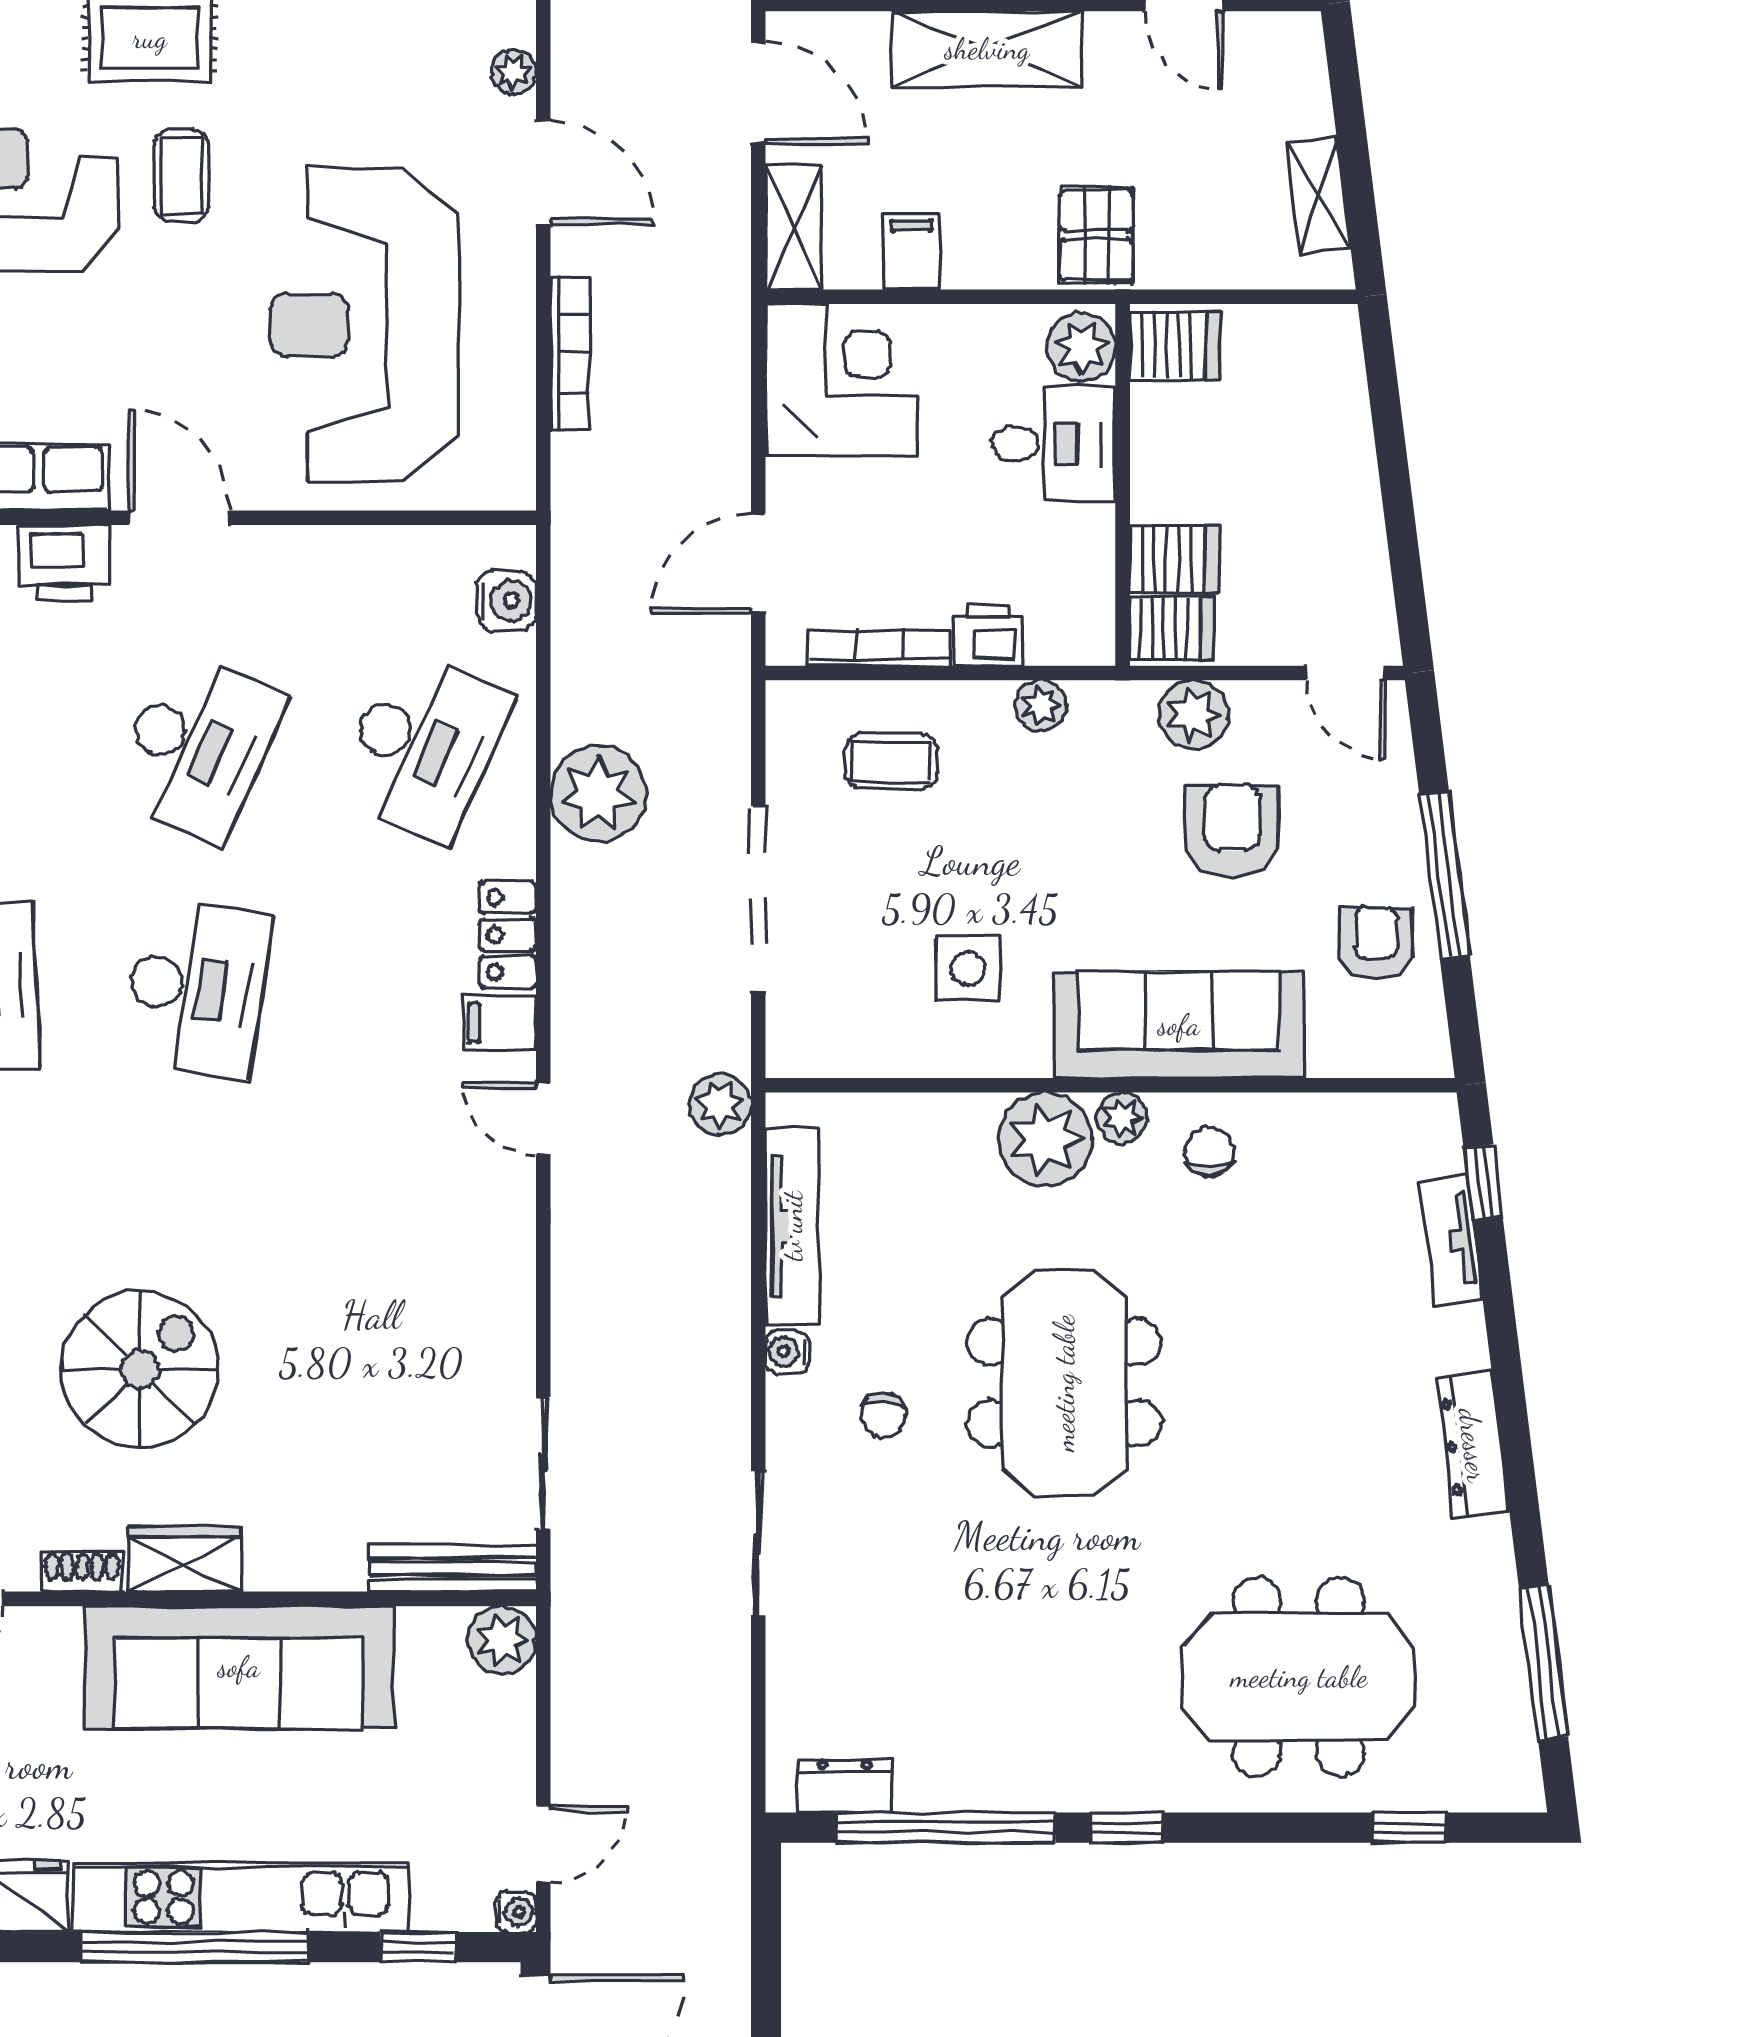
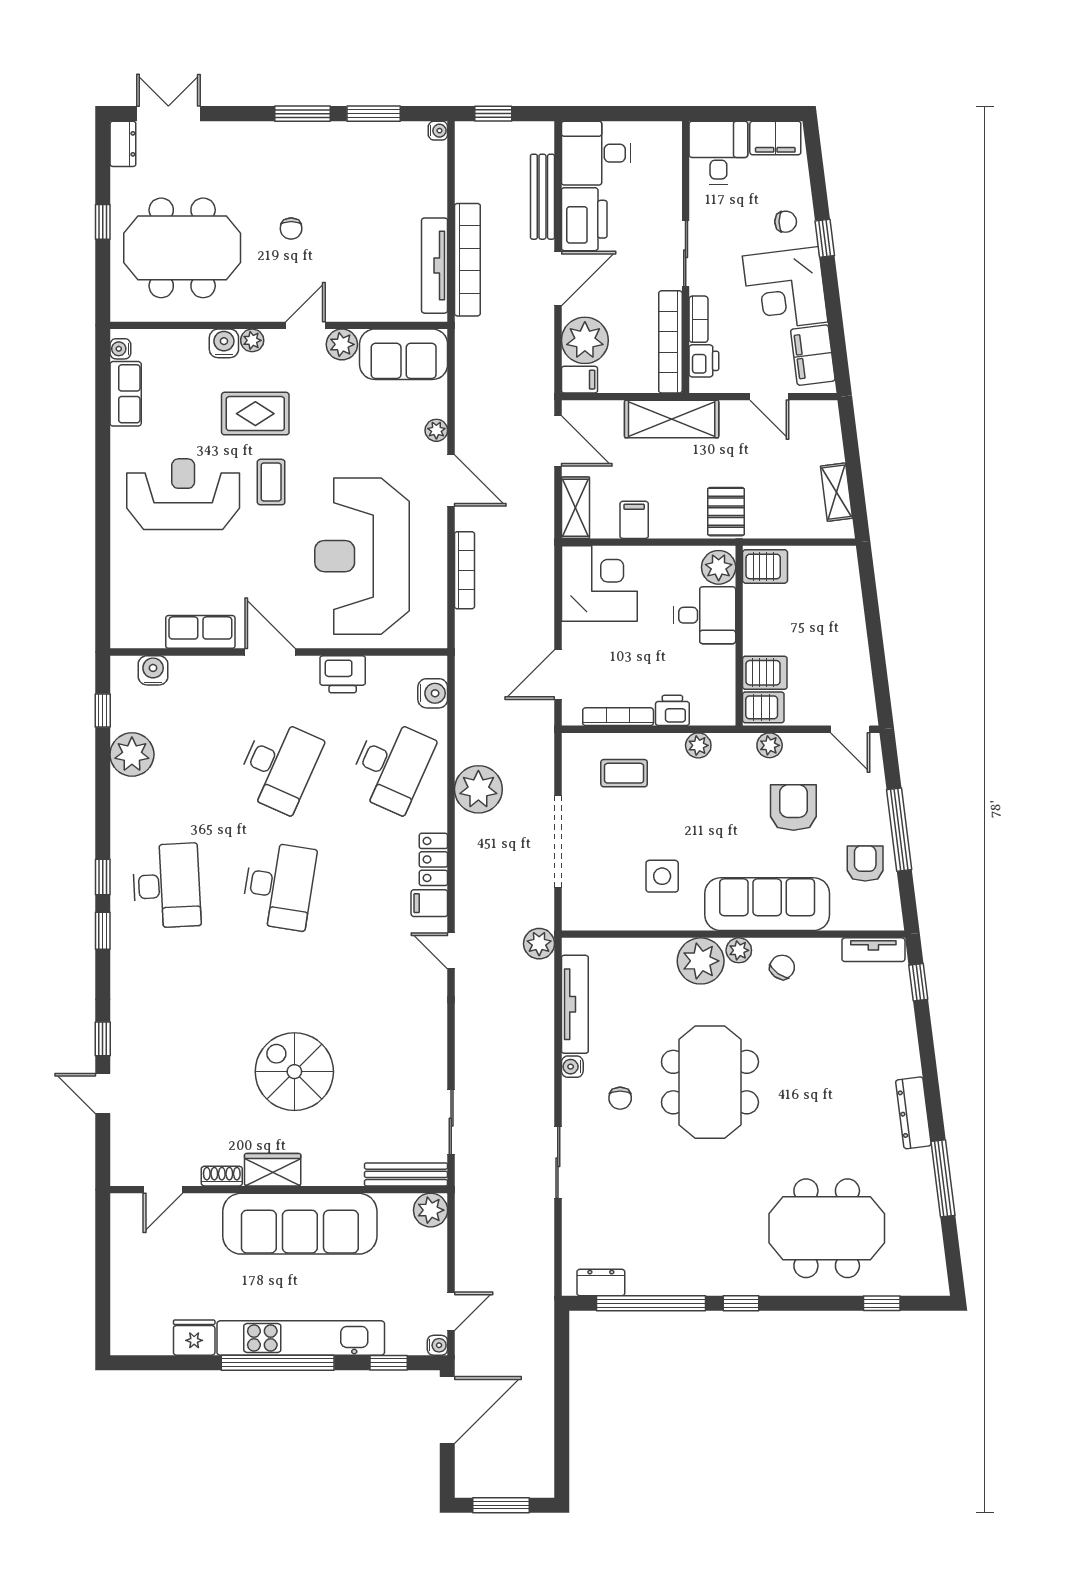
printer: (64, 562) -> (343, 674), moved
plant: (1193, 715) -> (770, 745), width x0.73, depth x0.73
chair: (1209, 1152) -> (782, 967), turned 36
tv unit: (1451, 1241) -> (873, 950), moved, turned -83
spiral stairs: (140, 1369) -> (294, 1072), moved, turned -90
window: (1543, 1662) -> (943, 1178), moved

